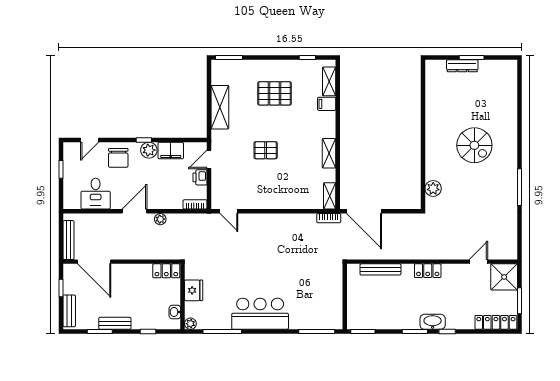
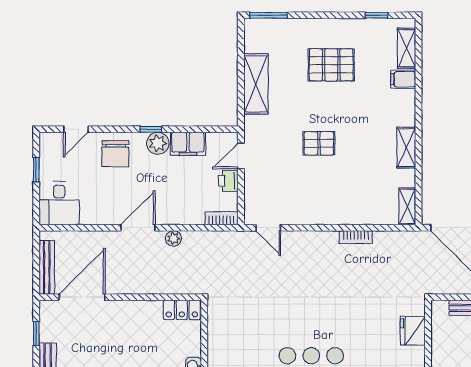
desk: (96, 194) -> (59, 203), moved
bookcase: (329, 218) -> (356, 237), moved
door: (94, 262) -> (82, 297), swing flipped
fridge: (194, 290) -> (413, 331), moved, turned 180

